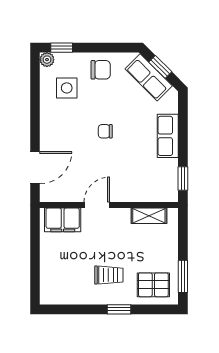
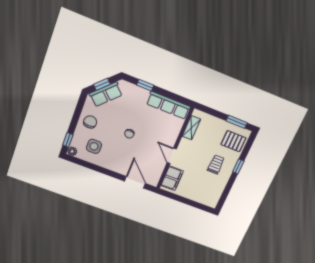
row of seats: (168, 136) -> (168, 105), moved, width x1.48
window: (183, 178) -> (145, 85), moved
pallet: (153, 285) -> (233, 141), turned 90

